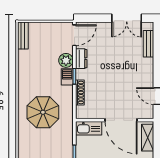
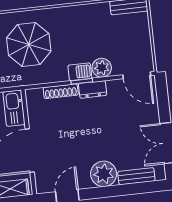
dresser: (81, 59) -> (93, 89), moved
plant: (144, 68) -> (104, 174), added

